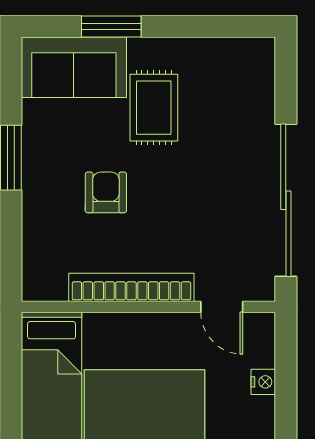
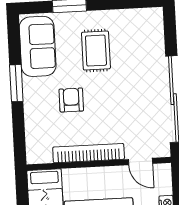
sofa: (74, 67) -> (38, 46), moved, turned -90

